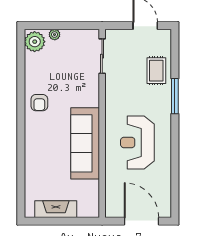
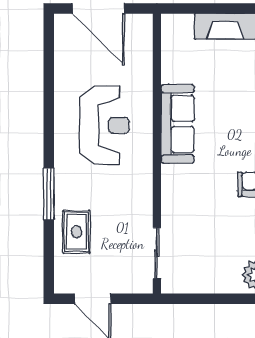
plant: (55, 35) -> (227, 285), removed
sofa: (85, 143) -> (178, 124), width x0.74, depth x0.79

